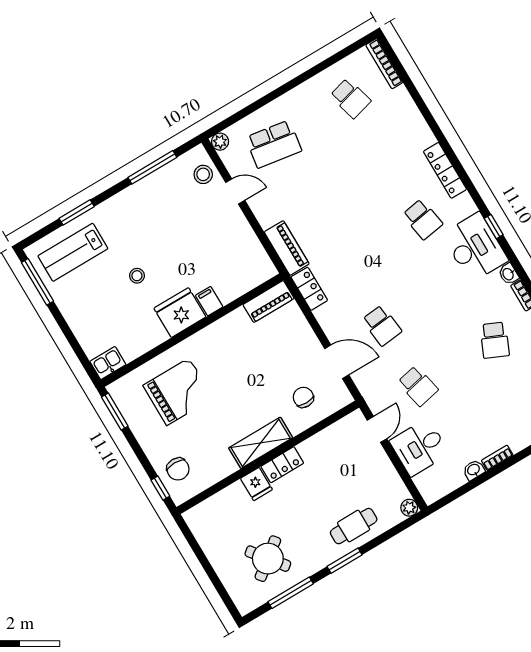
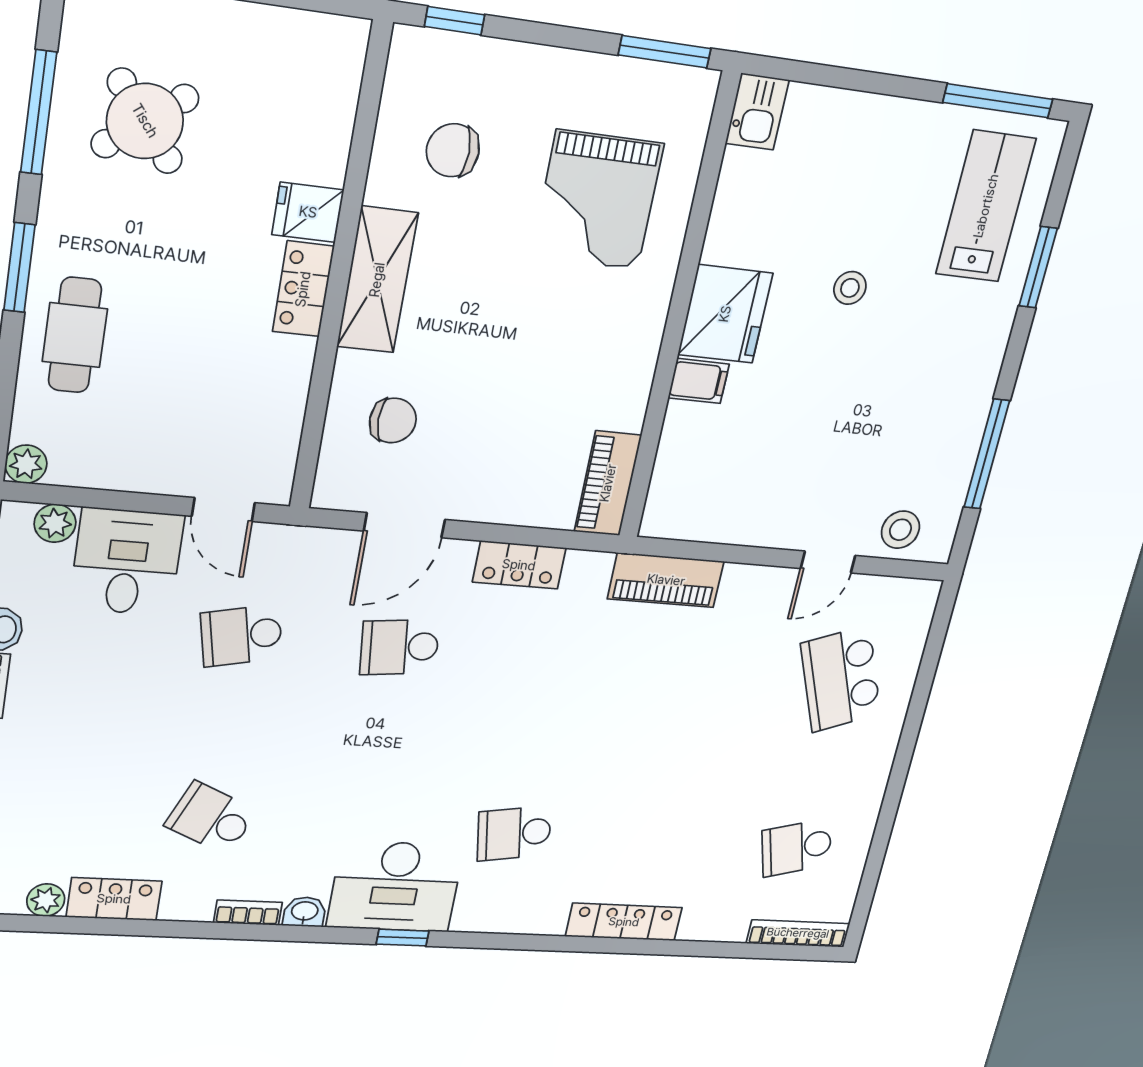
plant: (220, 142) -> (55, 523), moved
school desk: (274, 144) -> (841, 679), turned -30
locker: (445, 170) -> (624, 922), moved
locker: (309, 289) -> (519, 565), moved
chair: (178, 469) -> (453, 150), moved

